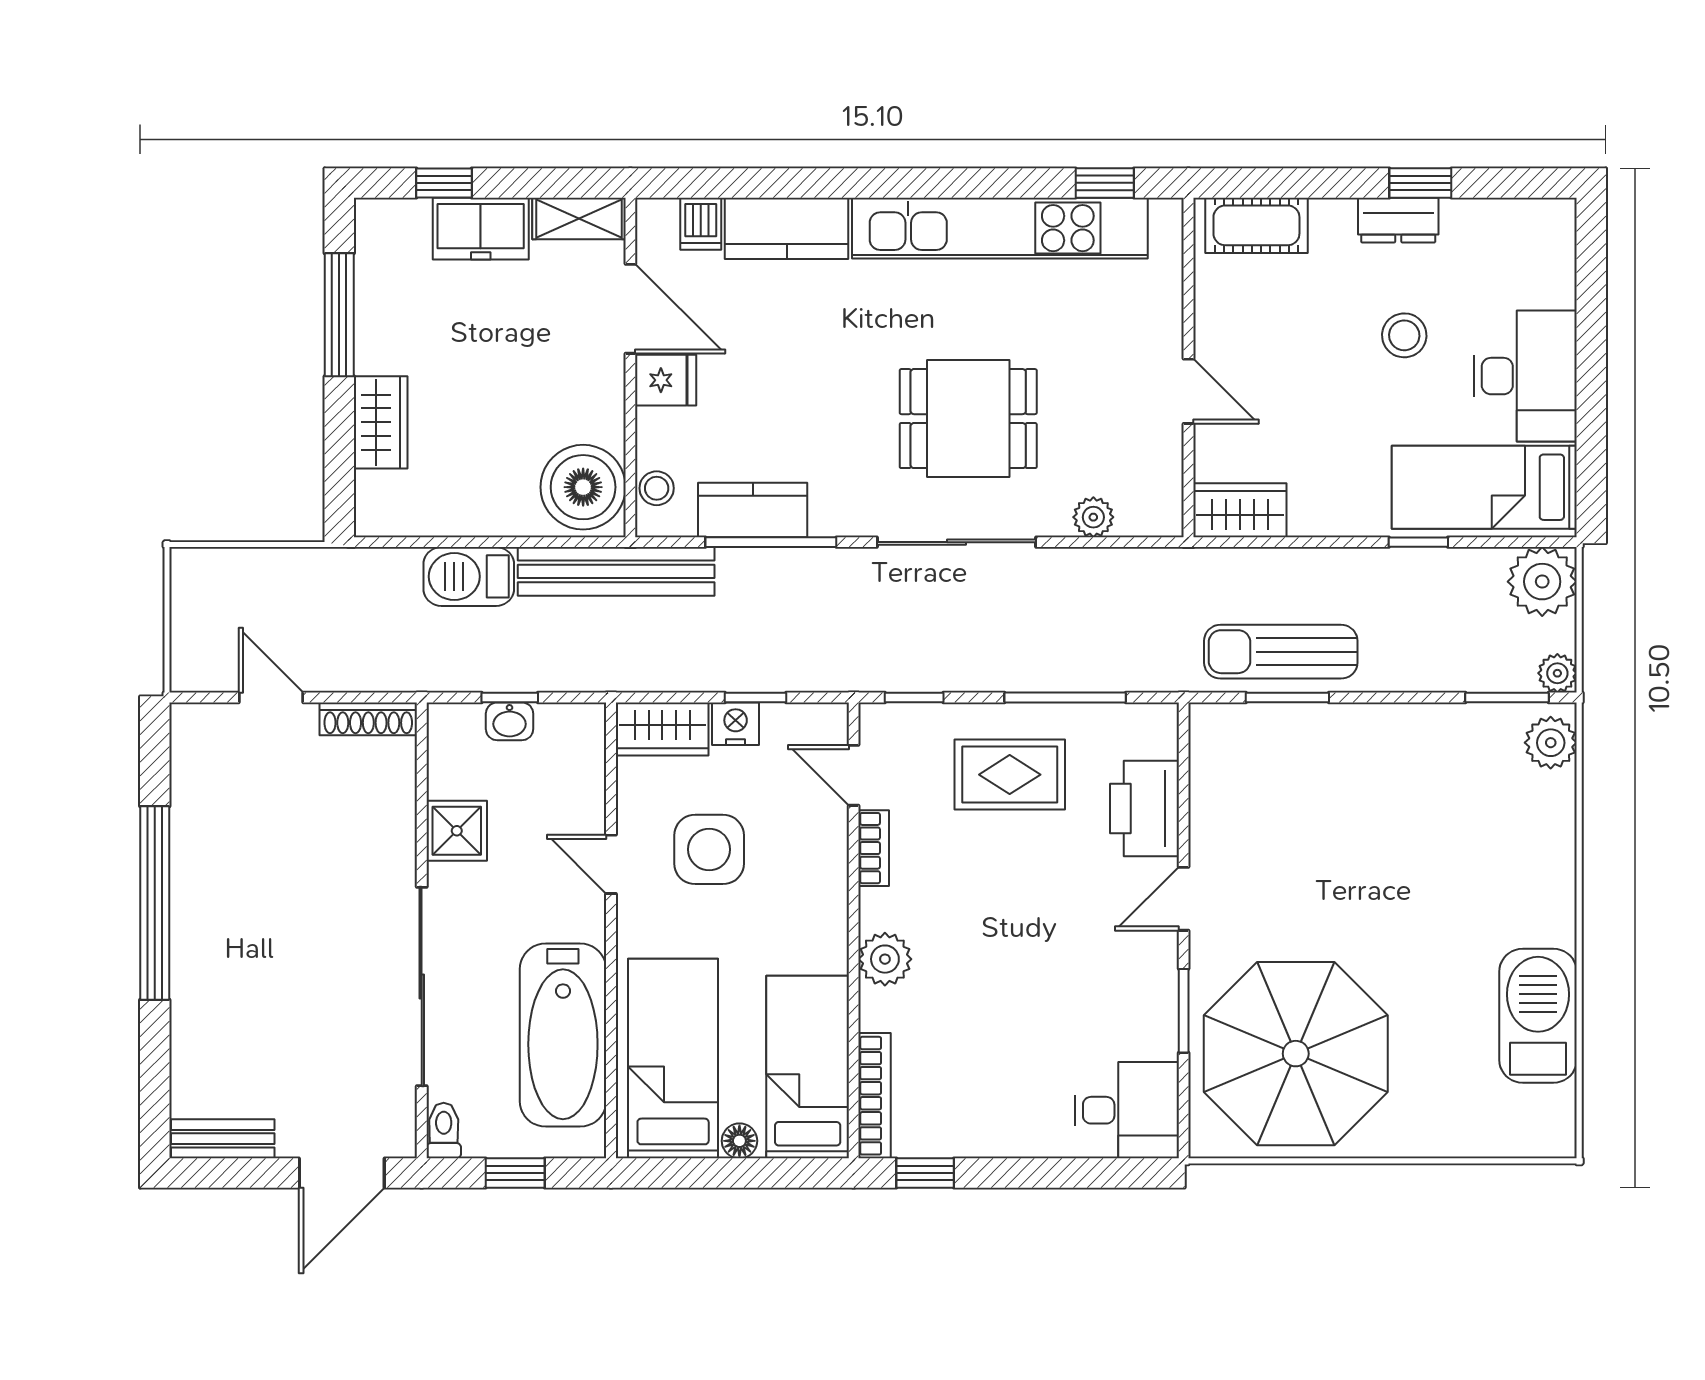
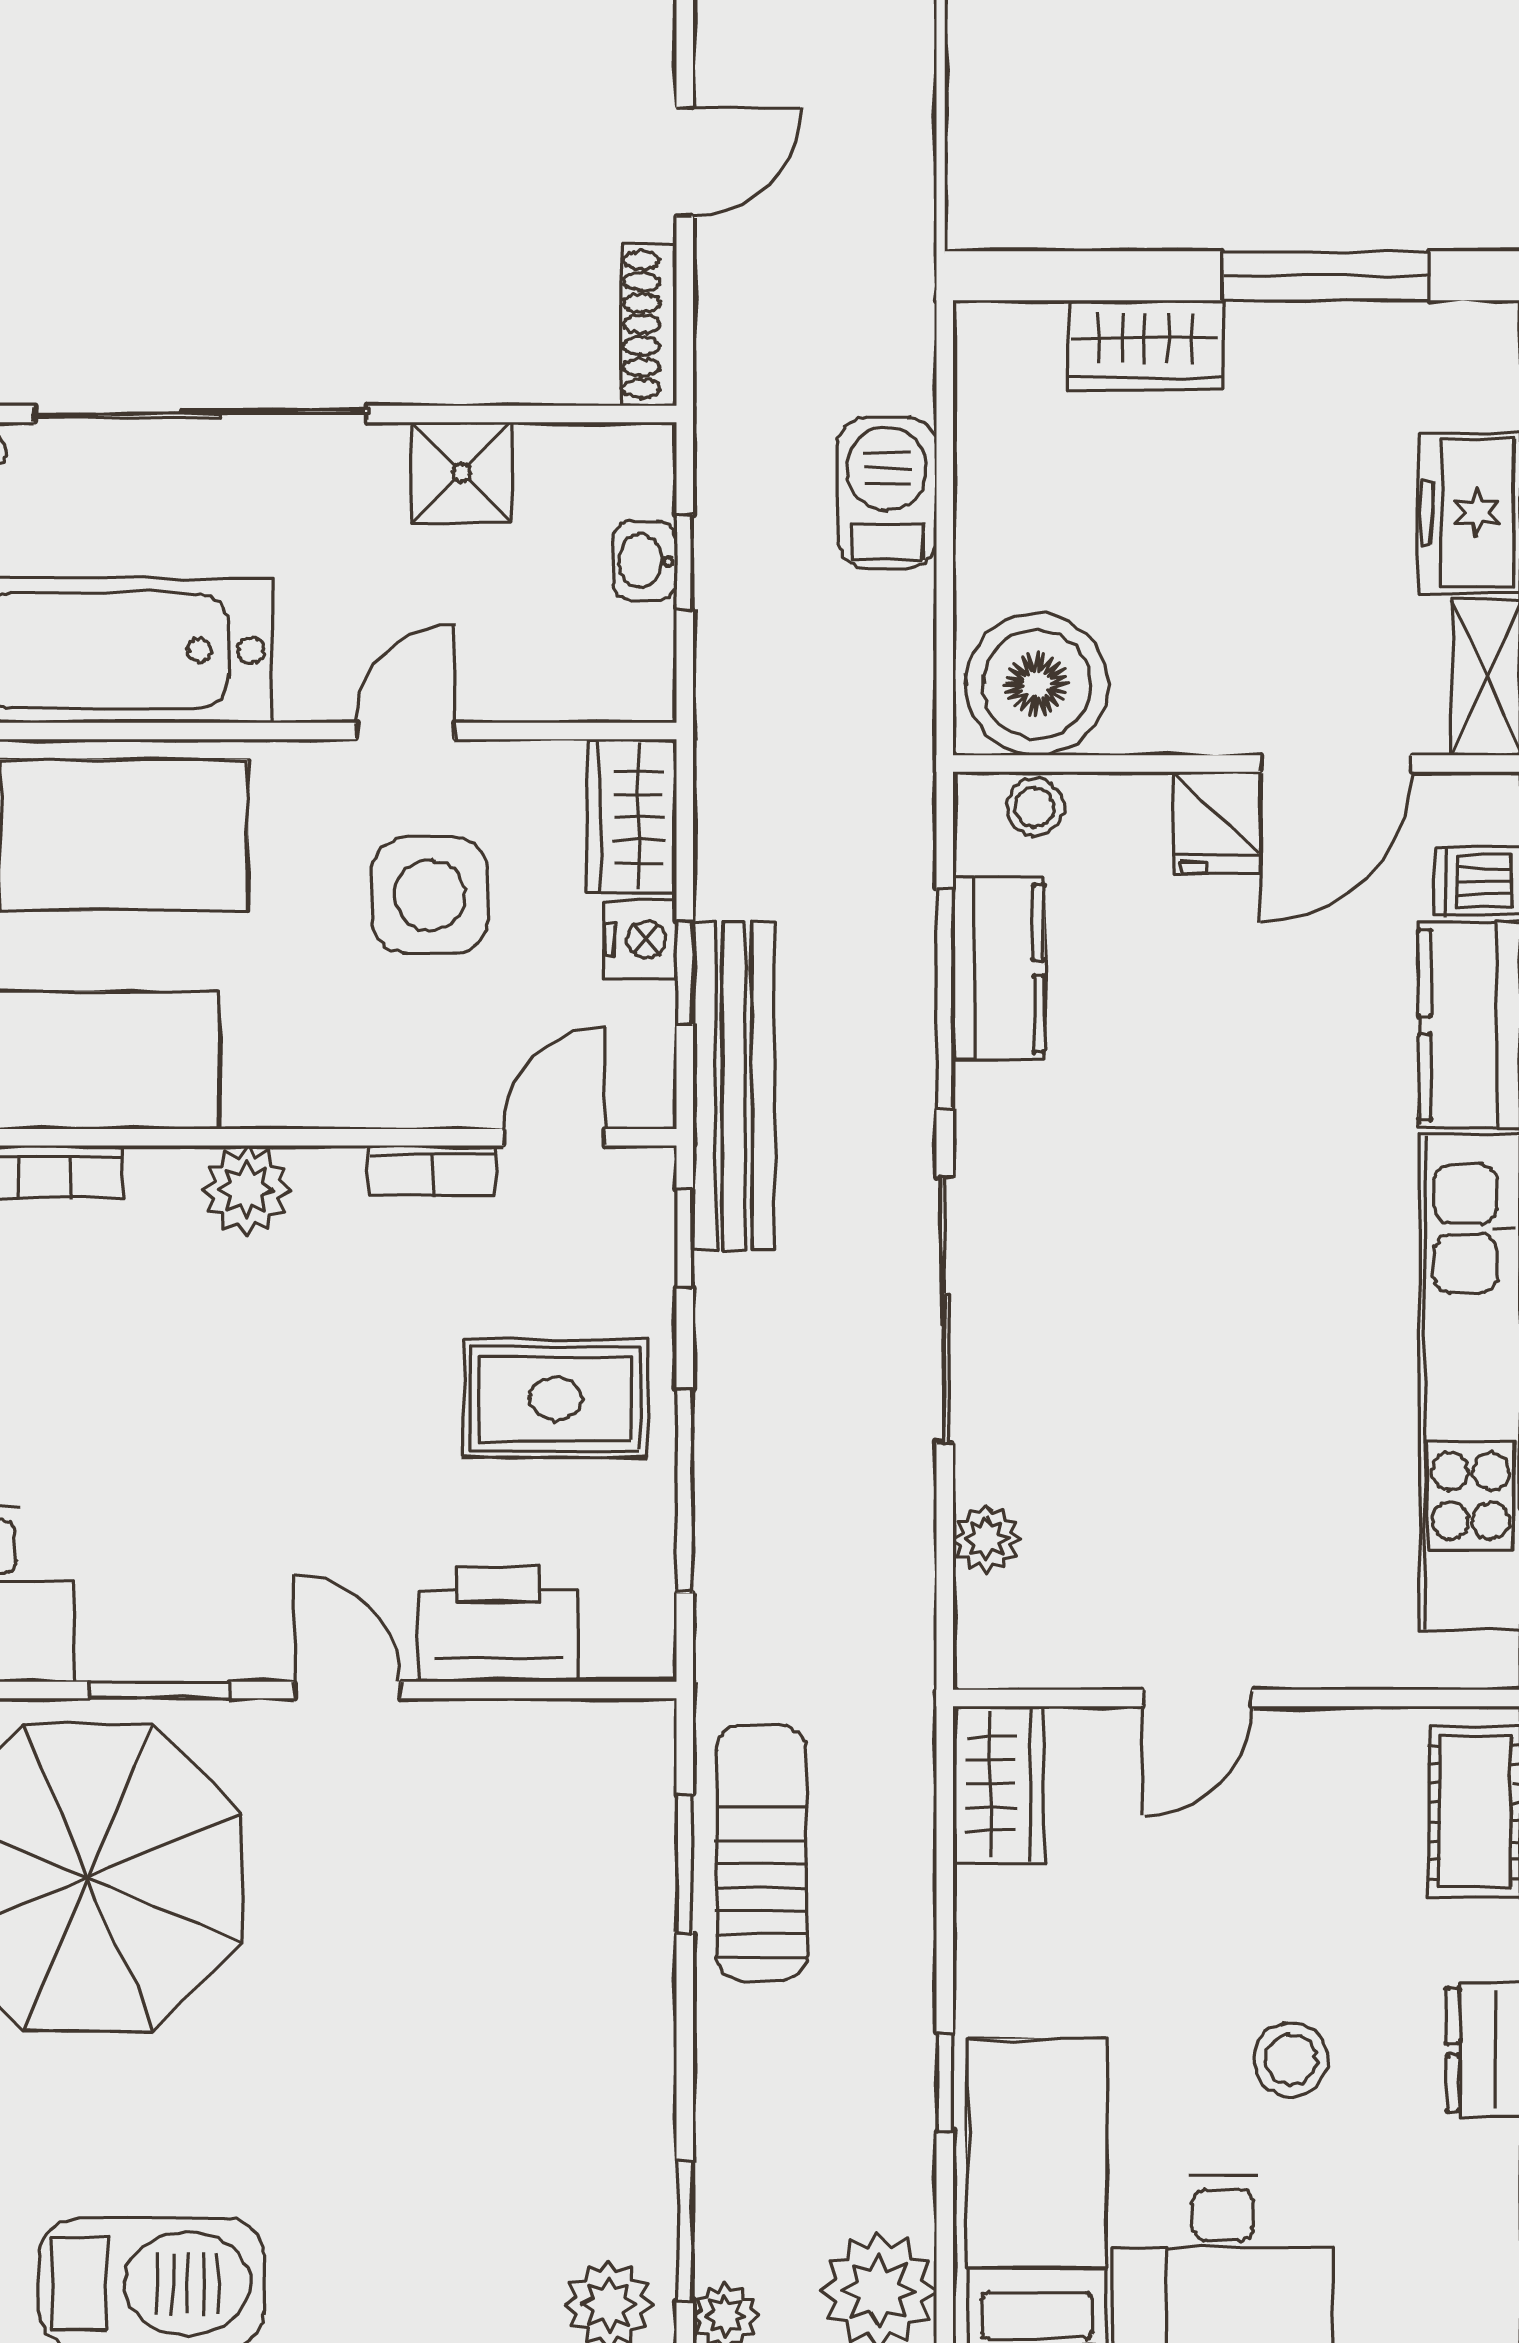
dining table: (968, 419) -> (1152, 1329), removed
bench: (616, 571) -> (734, 1086), moved
rug: (1010, 775) -> (555, 1399), turned 90

